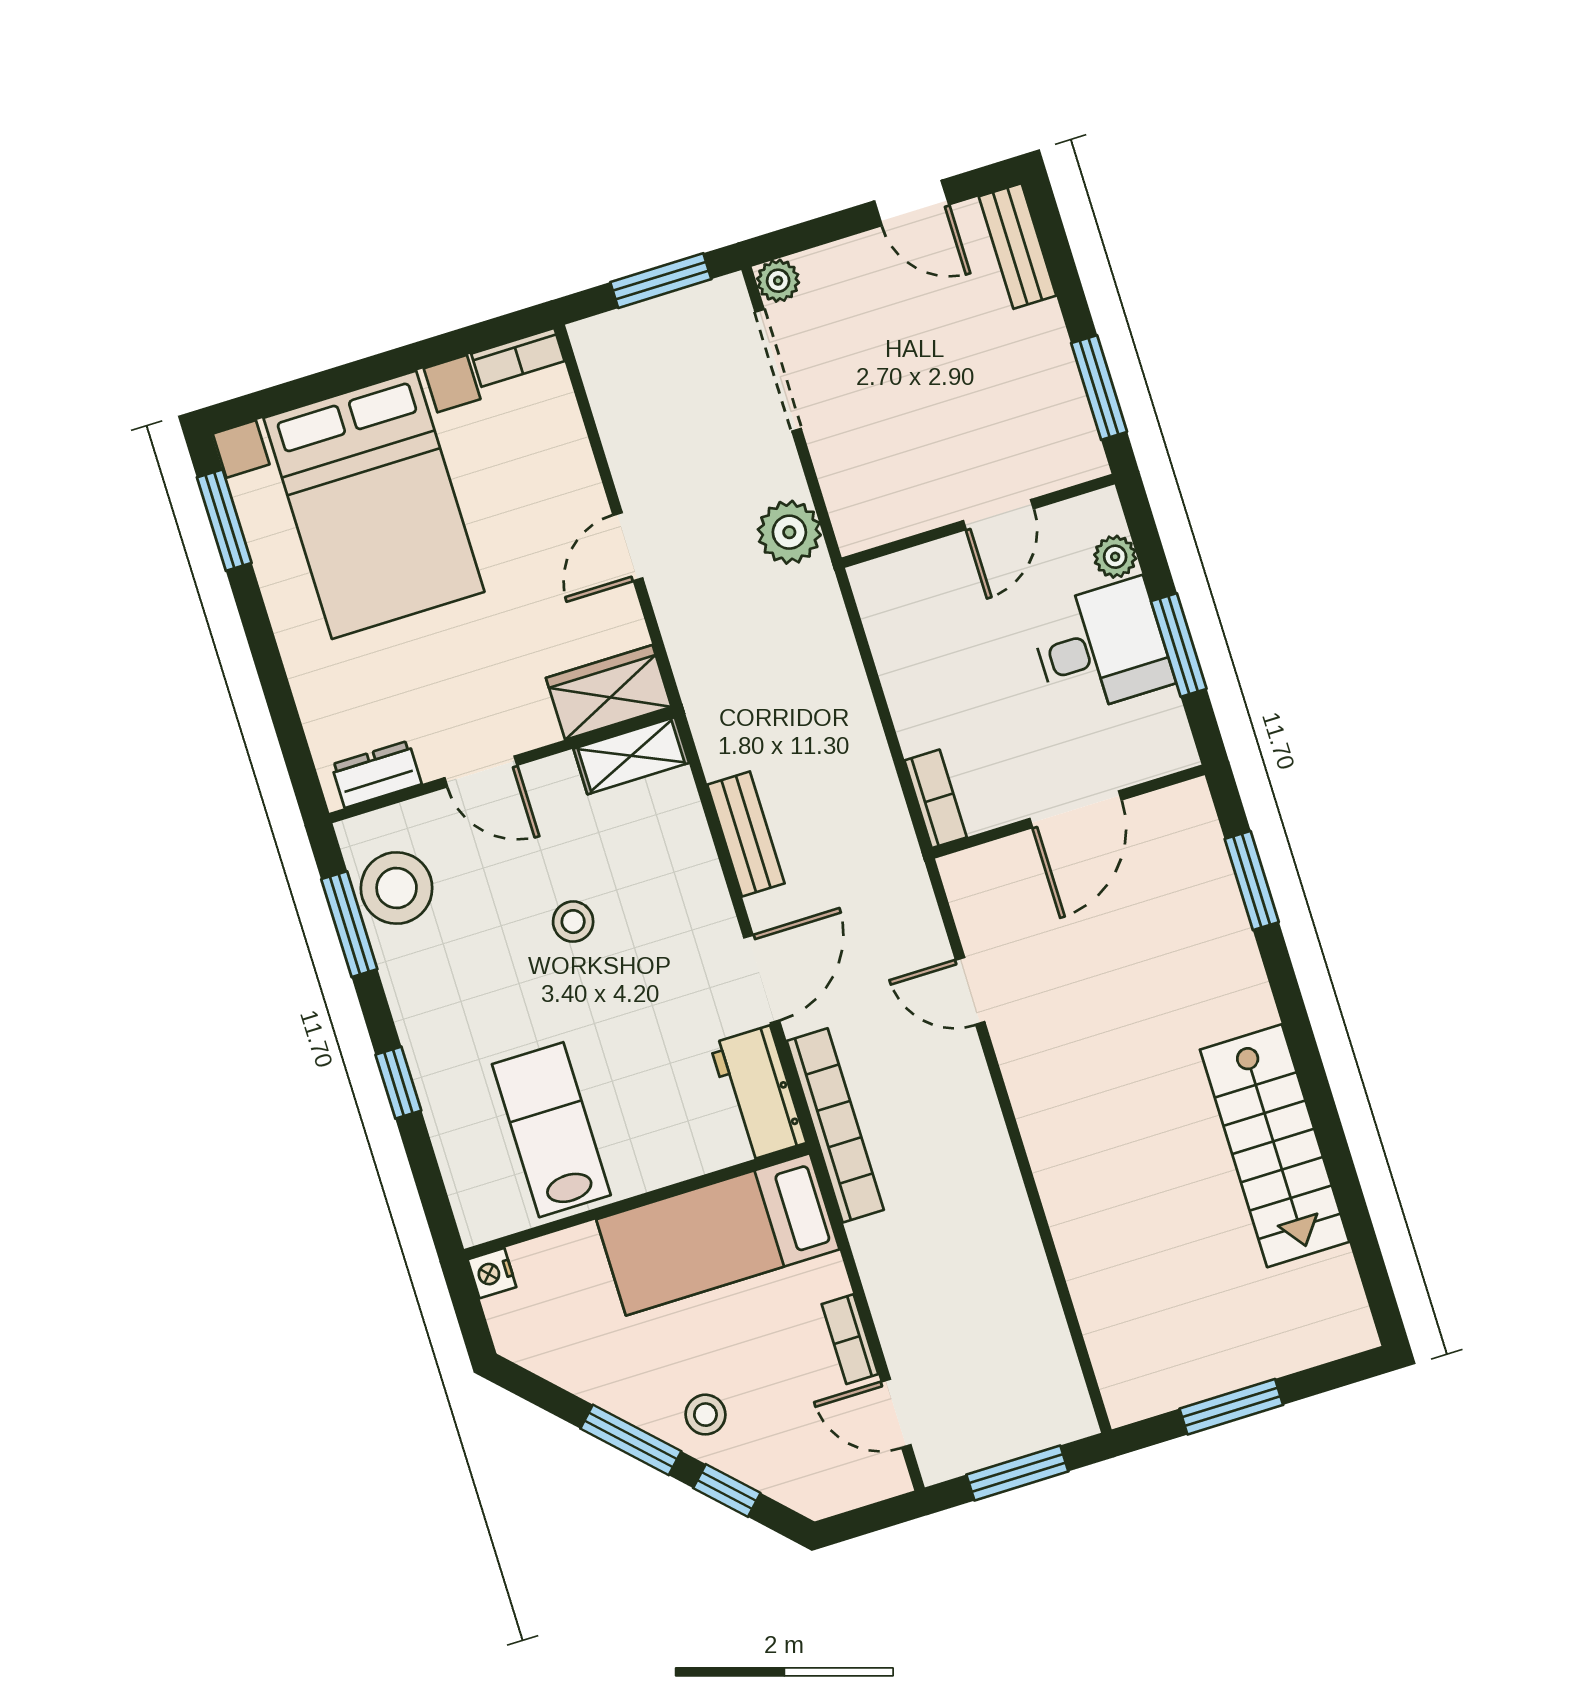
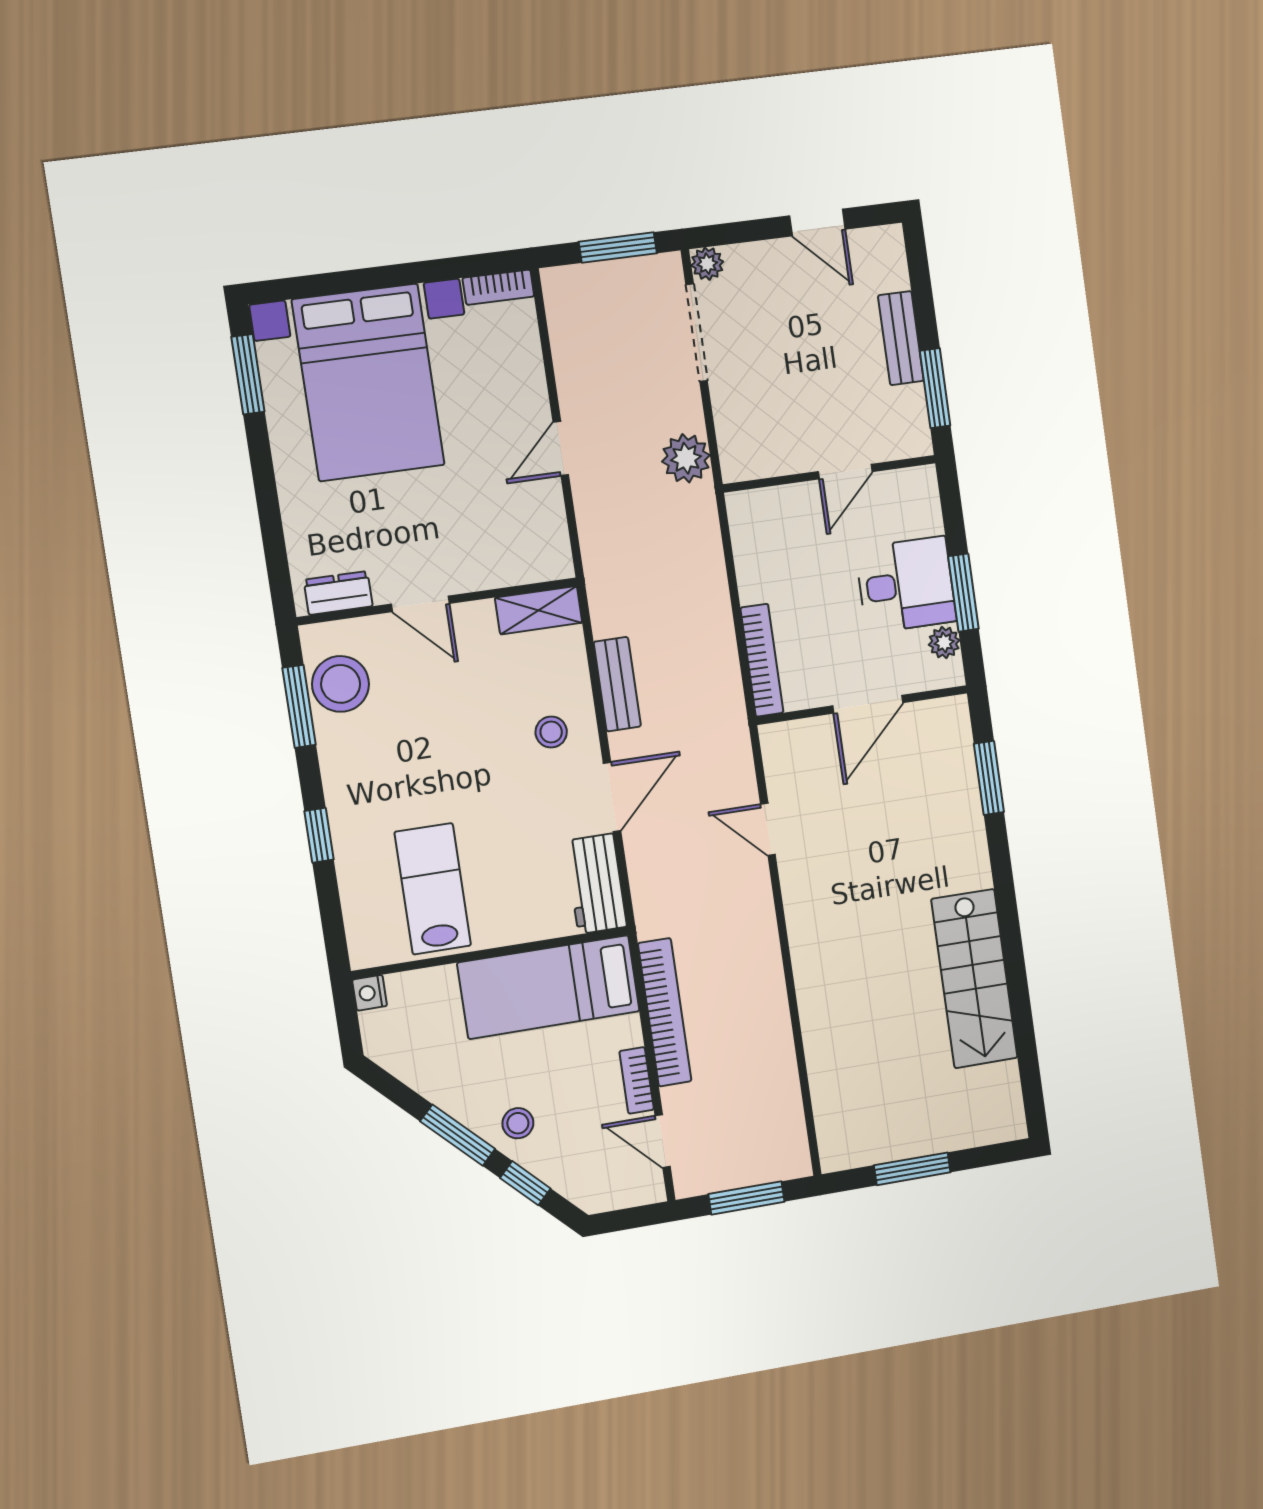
bench: (1018, 246) -> (901, 338), moved
plant: (1115, 557) -> (944, 642), moved
wardrobe: (609, 692) -> (529, 559), removed
bookcase: (936, 799) -> (762, 660), width x1.56
stool: (573, 922) -> (551, 732), moved
bookcase: (835, 1125) -> (665, 1012), moved

